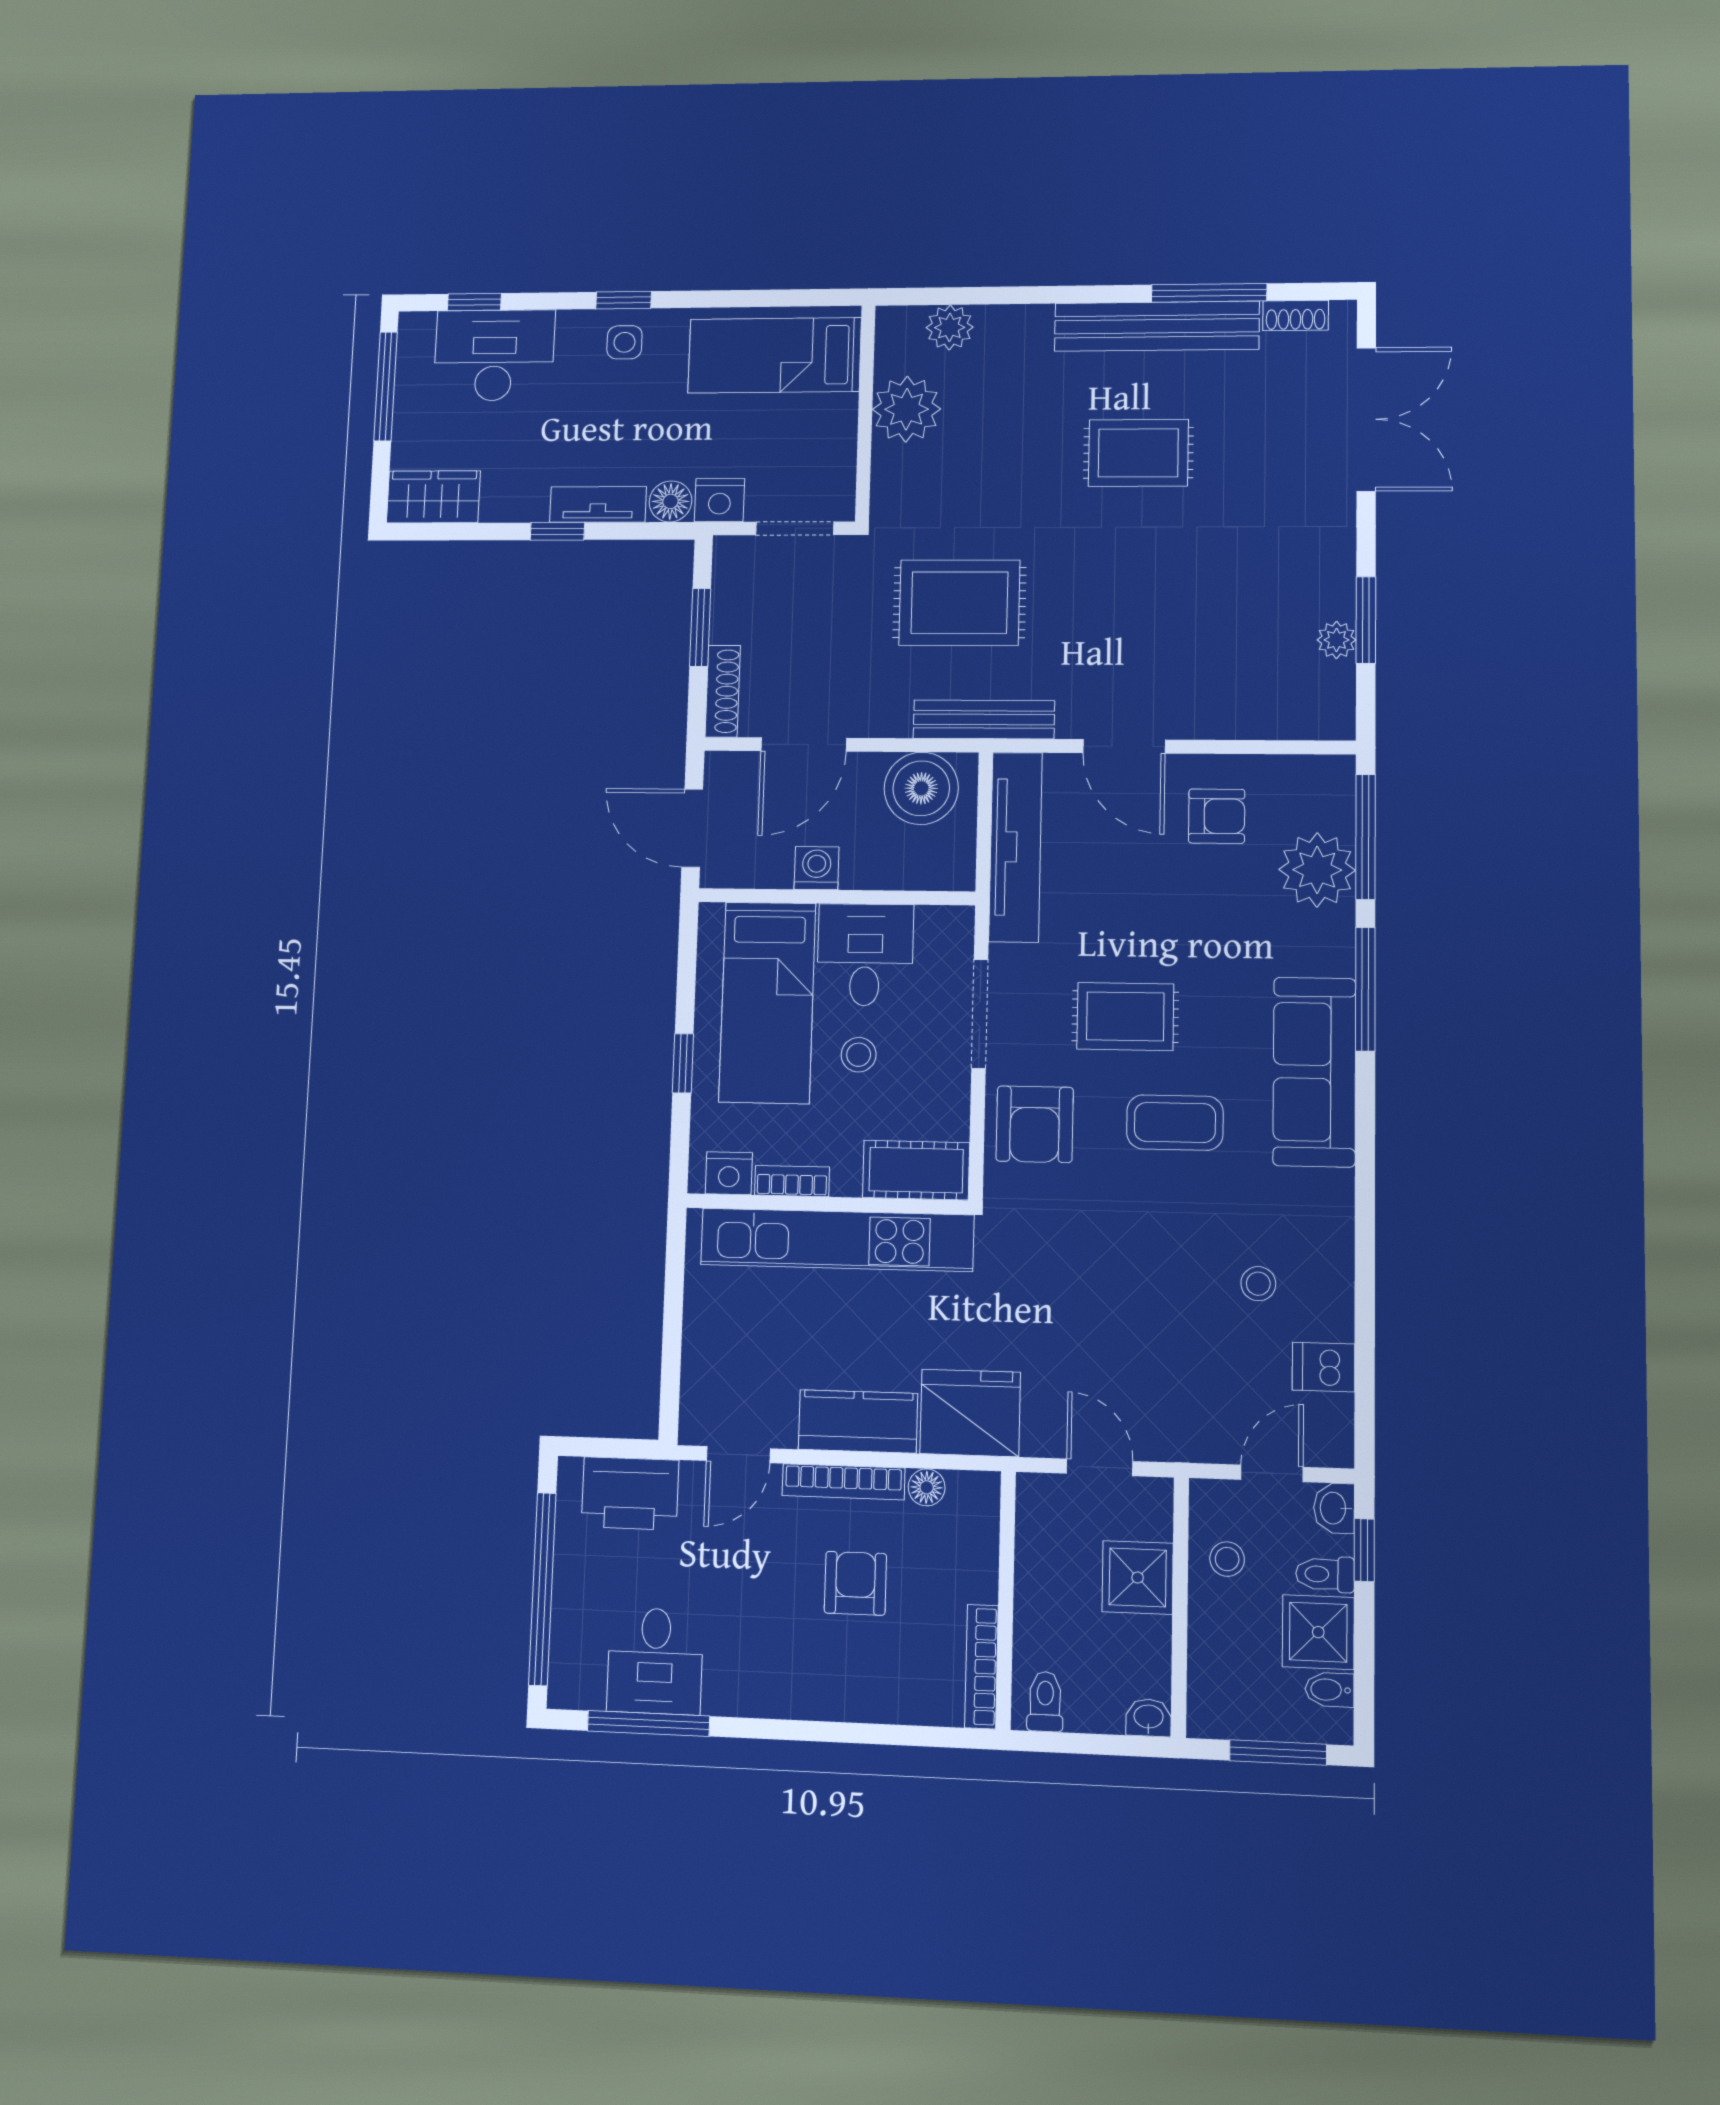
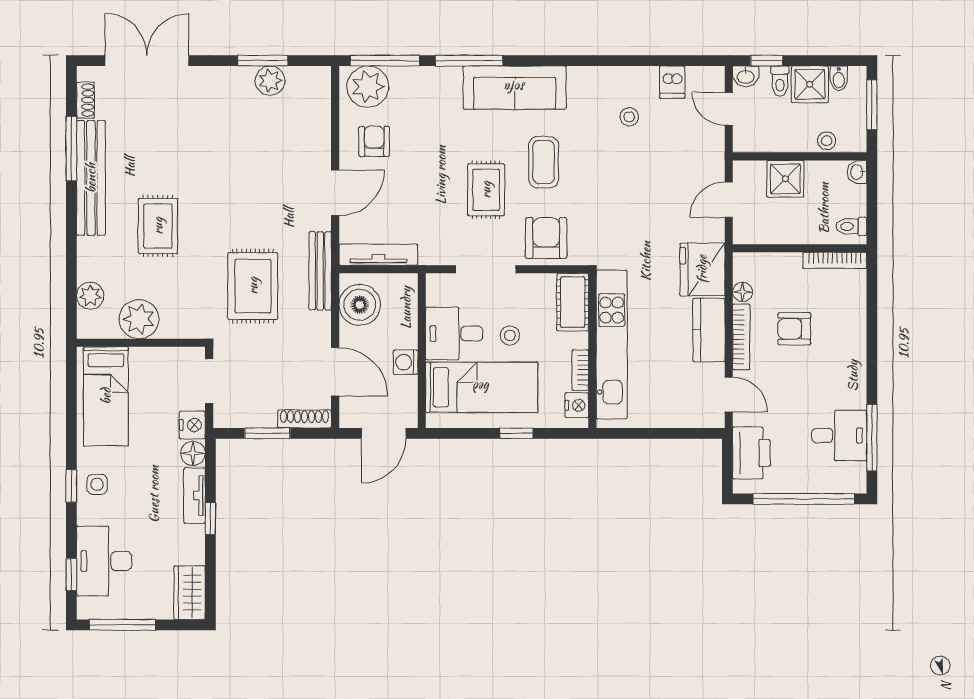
rug: (1138, 453) -> (158, 226), moved
plant: (1336, 640) -> (270, 81), width x1.38, depth x1.38
tv unit: (1015, 847) -> (378, 255), width x0.73, depth x0.78
plant: (1317, 870) -> (368, 87), moved
armchair: (1035, 1124) -> (546, 238), turned -90
stool: (1227, 1559) -> (827, 141), moved

